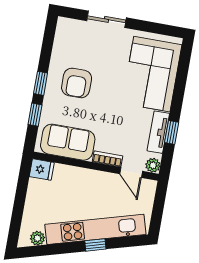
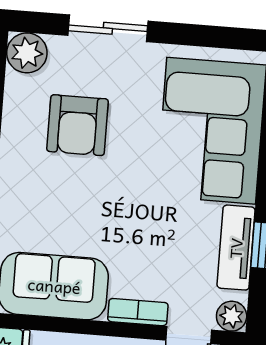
plant: (66, 27) -> (27, 53), added
armchair: (77, 83) -> (77, 125), moved

